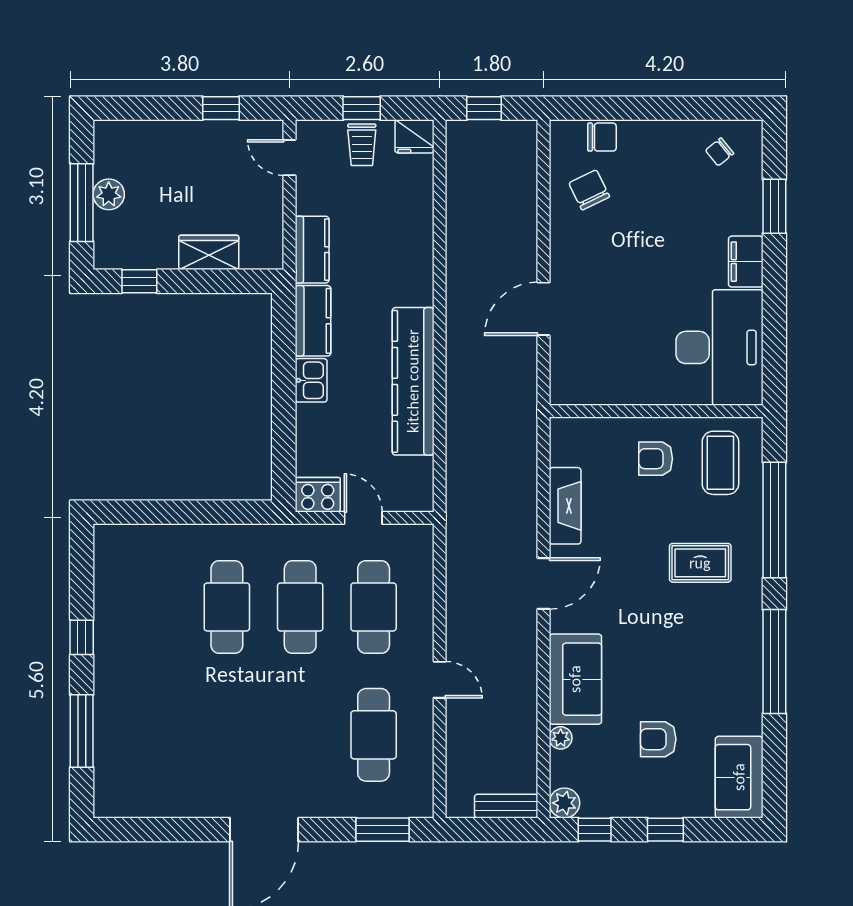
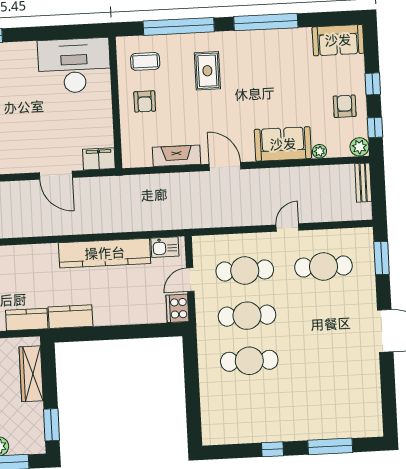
wardrobe: (209, 252) -> (31, 374), width x1.50
filing cabinet: (746, 262) -> (99, 159), moved, turned 180
window: (139, 281) -> (52, 425), width x1.50
kitchen sink: (311, 380) -> (165, 247), moved, turned 180
coffee table: (720, 463) -> (145, 61), width x0.73, depth x0.77
armchair: (658, 739) -> (345, 106), moved, turned 180

